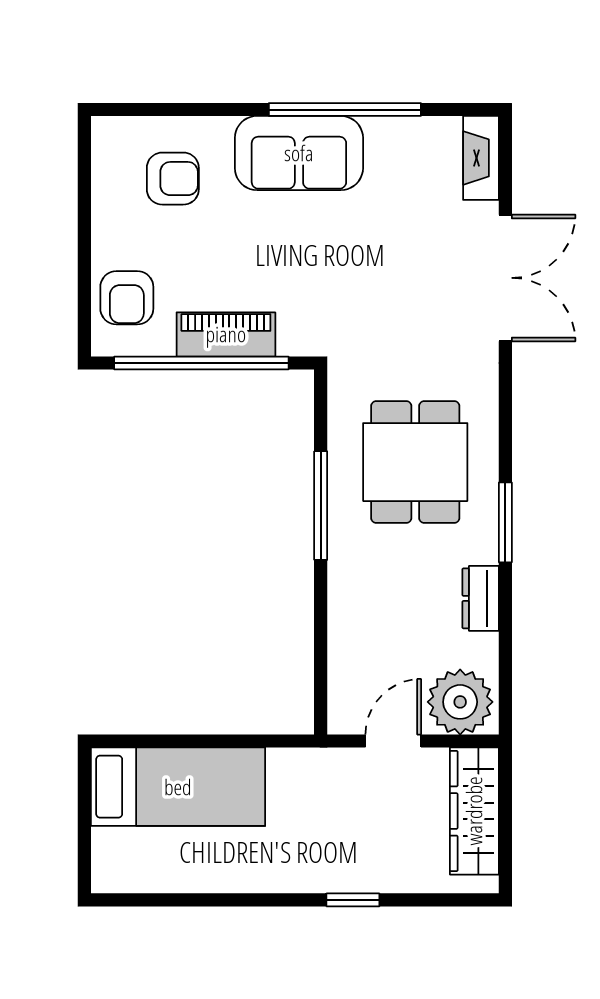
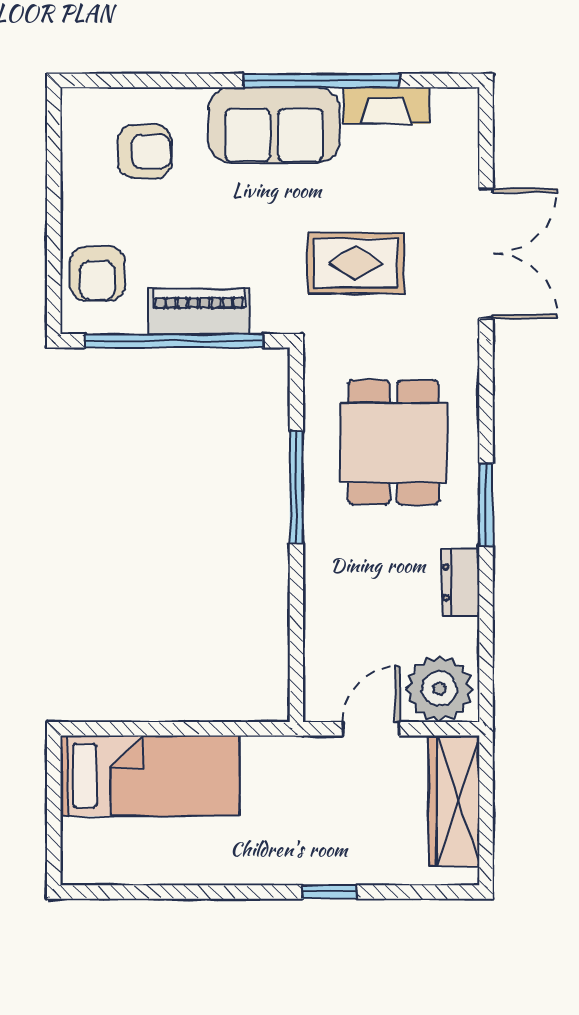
fireplace: (481, 158) -> (386, 106), moved, turned -90
rug: (378, 288) -> (356, 263), added

